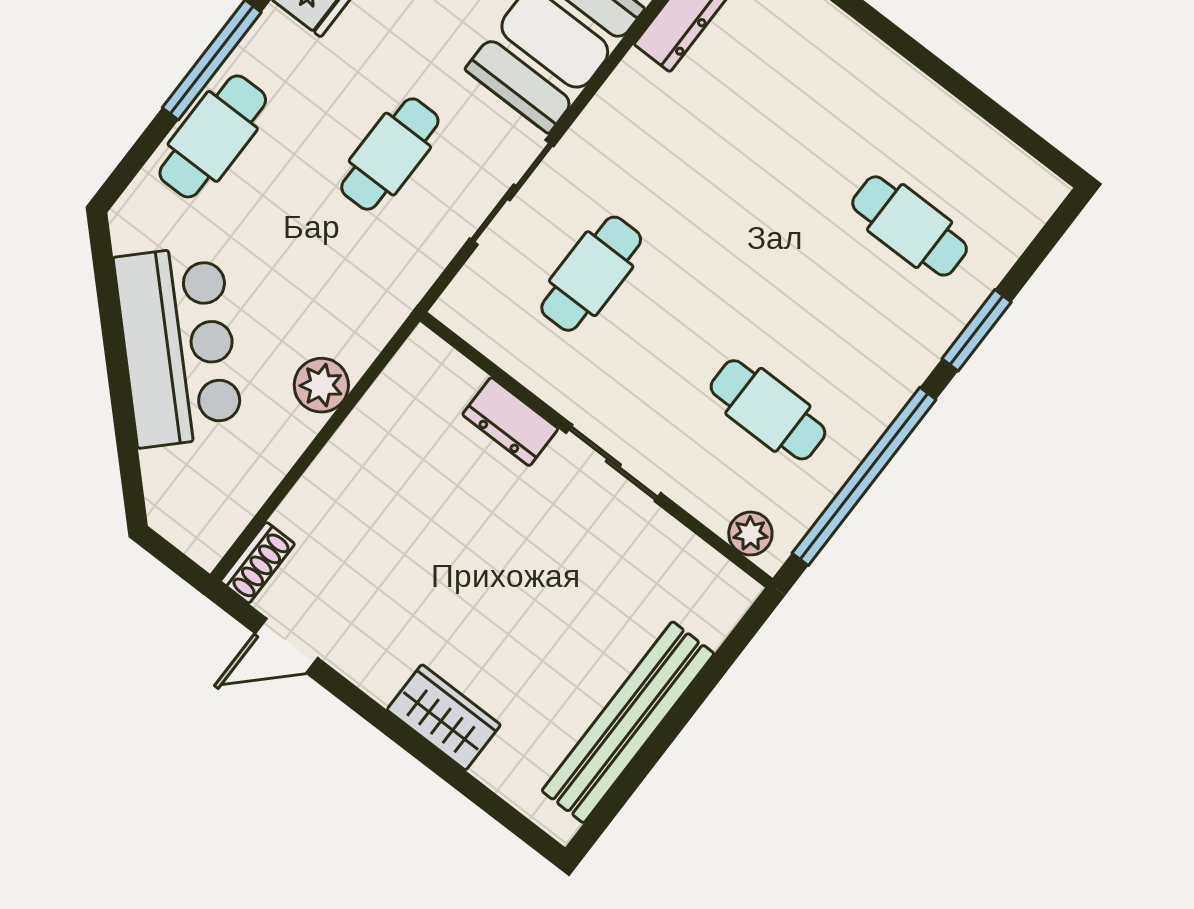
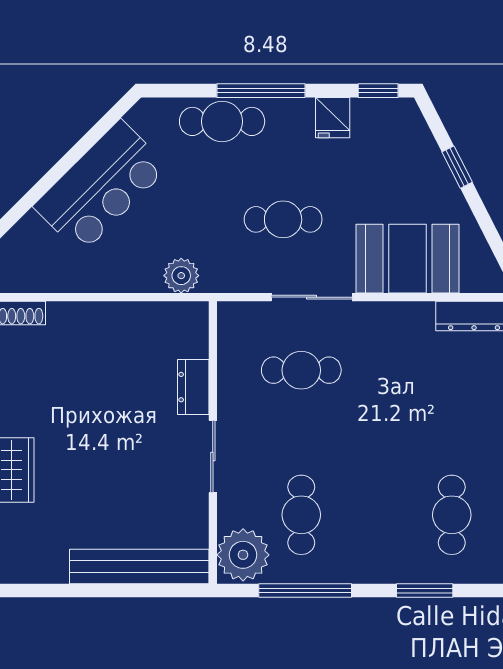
plant: (321, 385) -> (181, 276), moved
window: (864, 476) -> (305, 591), width x0.68
plant: (750, 534) -> (243, 555), width x1.87, depth x1.87
bench: (628, 722) -> (139, 567), moved

